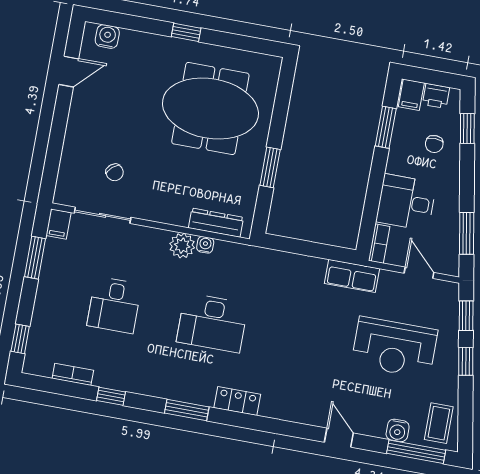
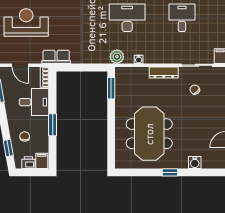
water cooler: (107, 36) -> (195, 162), moved
meeting table: (210, 109) -> (149, 134), turned 90
window: (386, 127) -> (53, 125), moved
window: (270, 167) -> (111, 88), moved
dresser: (216, 223) -> (164, 72), moved
plant: (182, 246) -> (117, 57), moved

